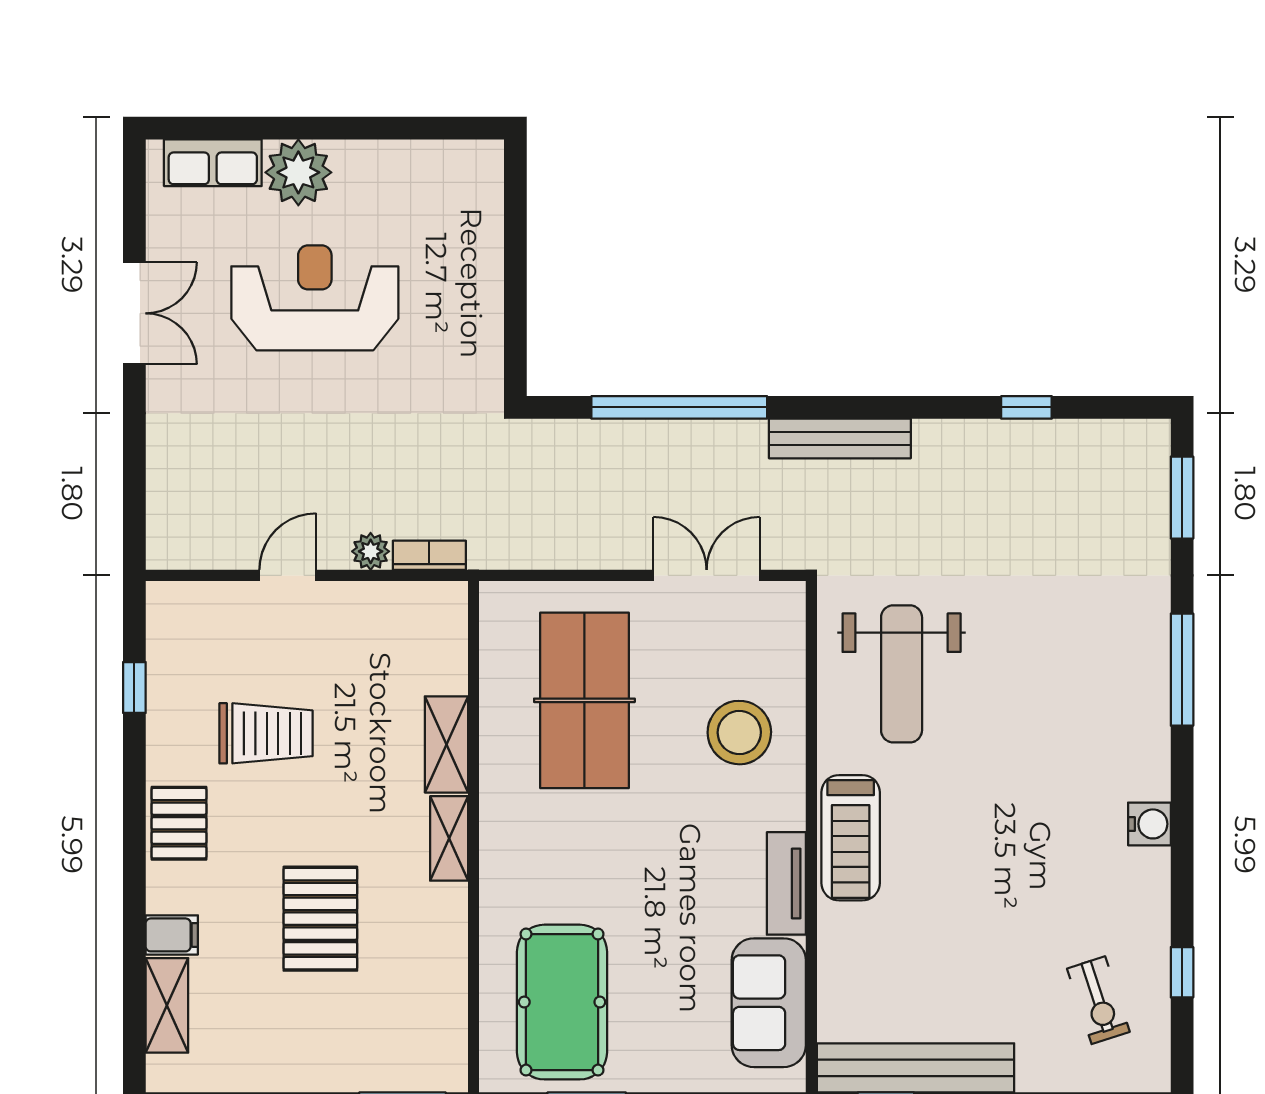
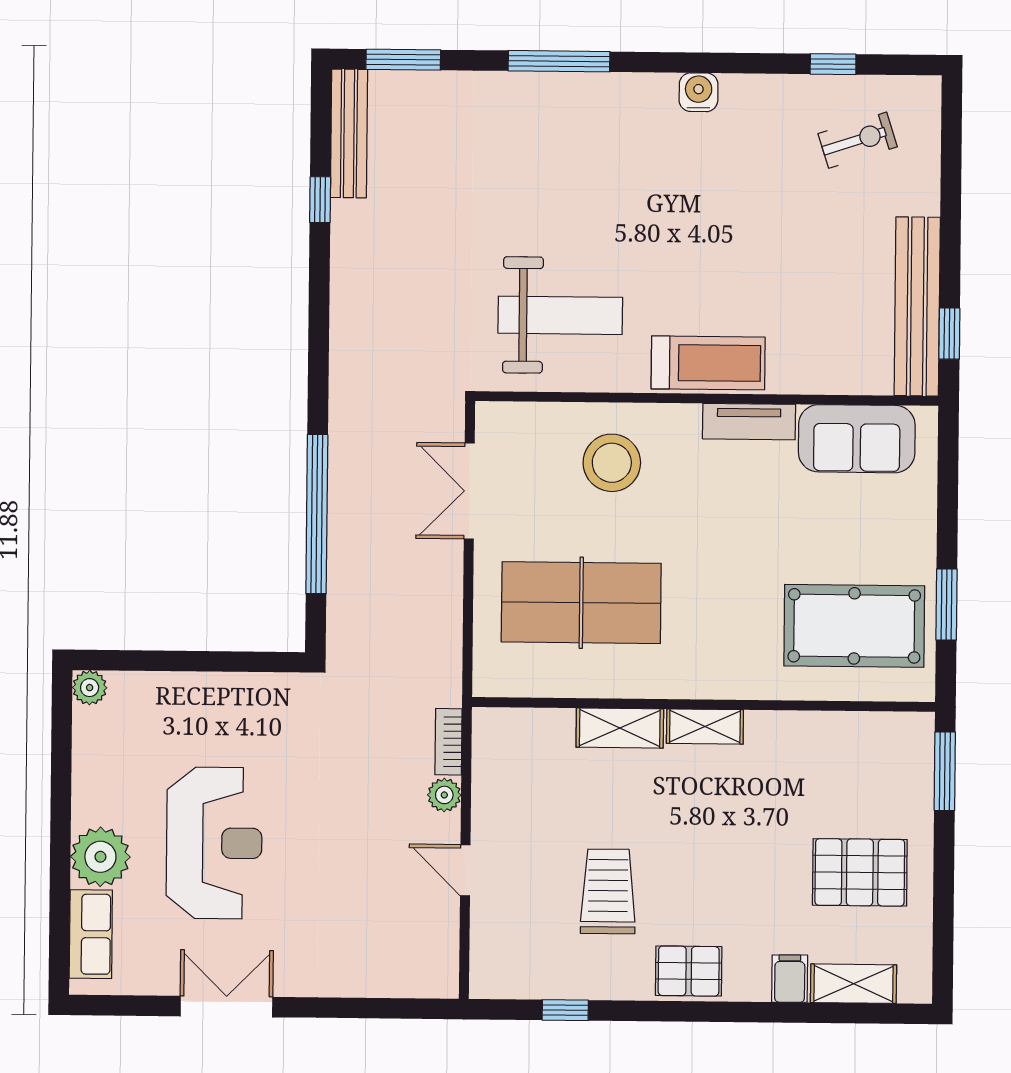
plant: (485, 159) -> (90, 688), added
reception desk: (315, 298) -> (214, 843), turned 180
bench: (840, 438) -> (349, 133), moved
pallet: (320, 919) -> (860, 872), moved

